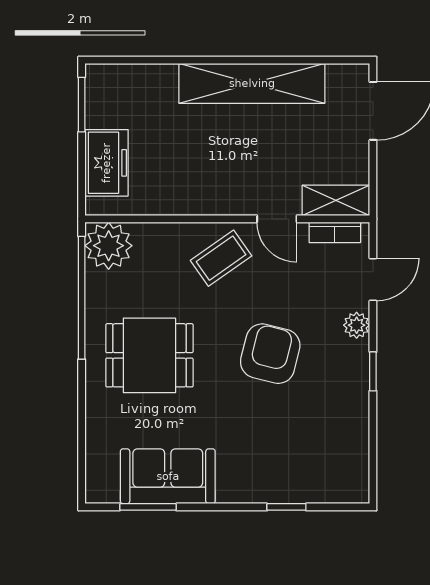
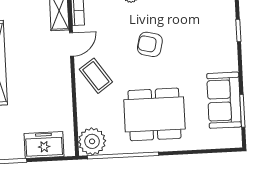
armchair: (270, 354) -> (150, 44), width x0.72, depth x0.72
dining table: (149, 355) -> (154, 114), width x1.37

